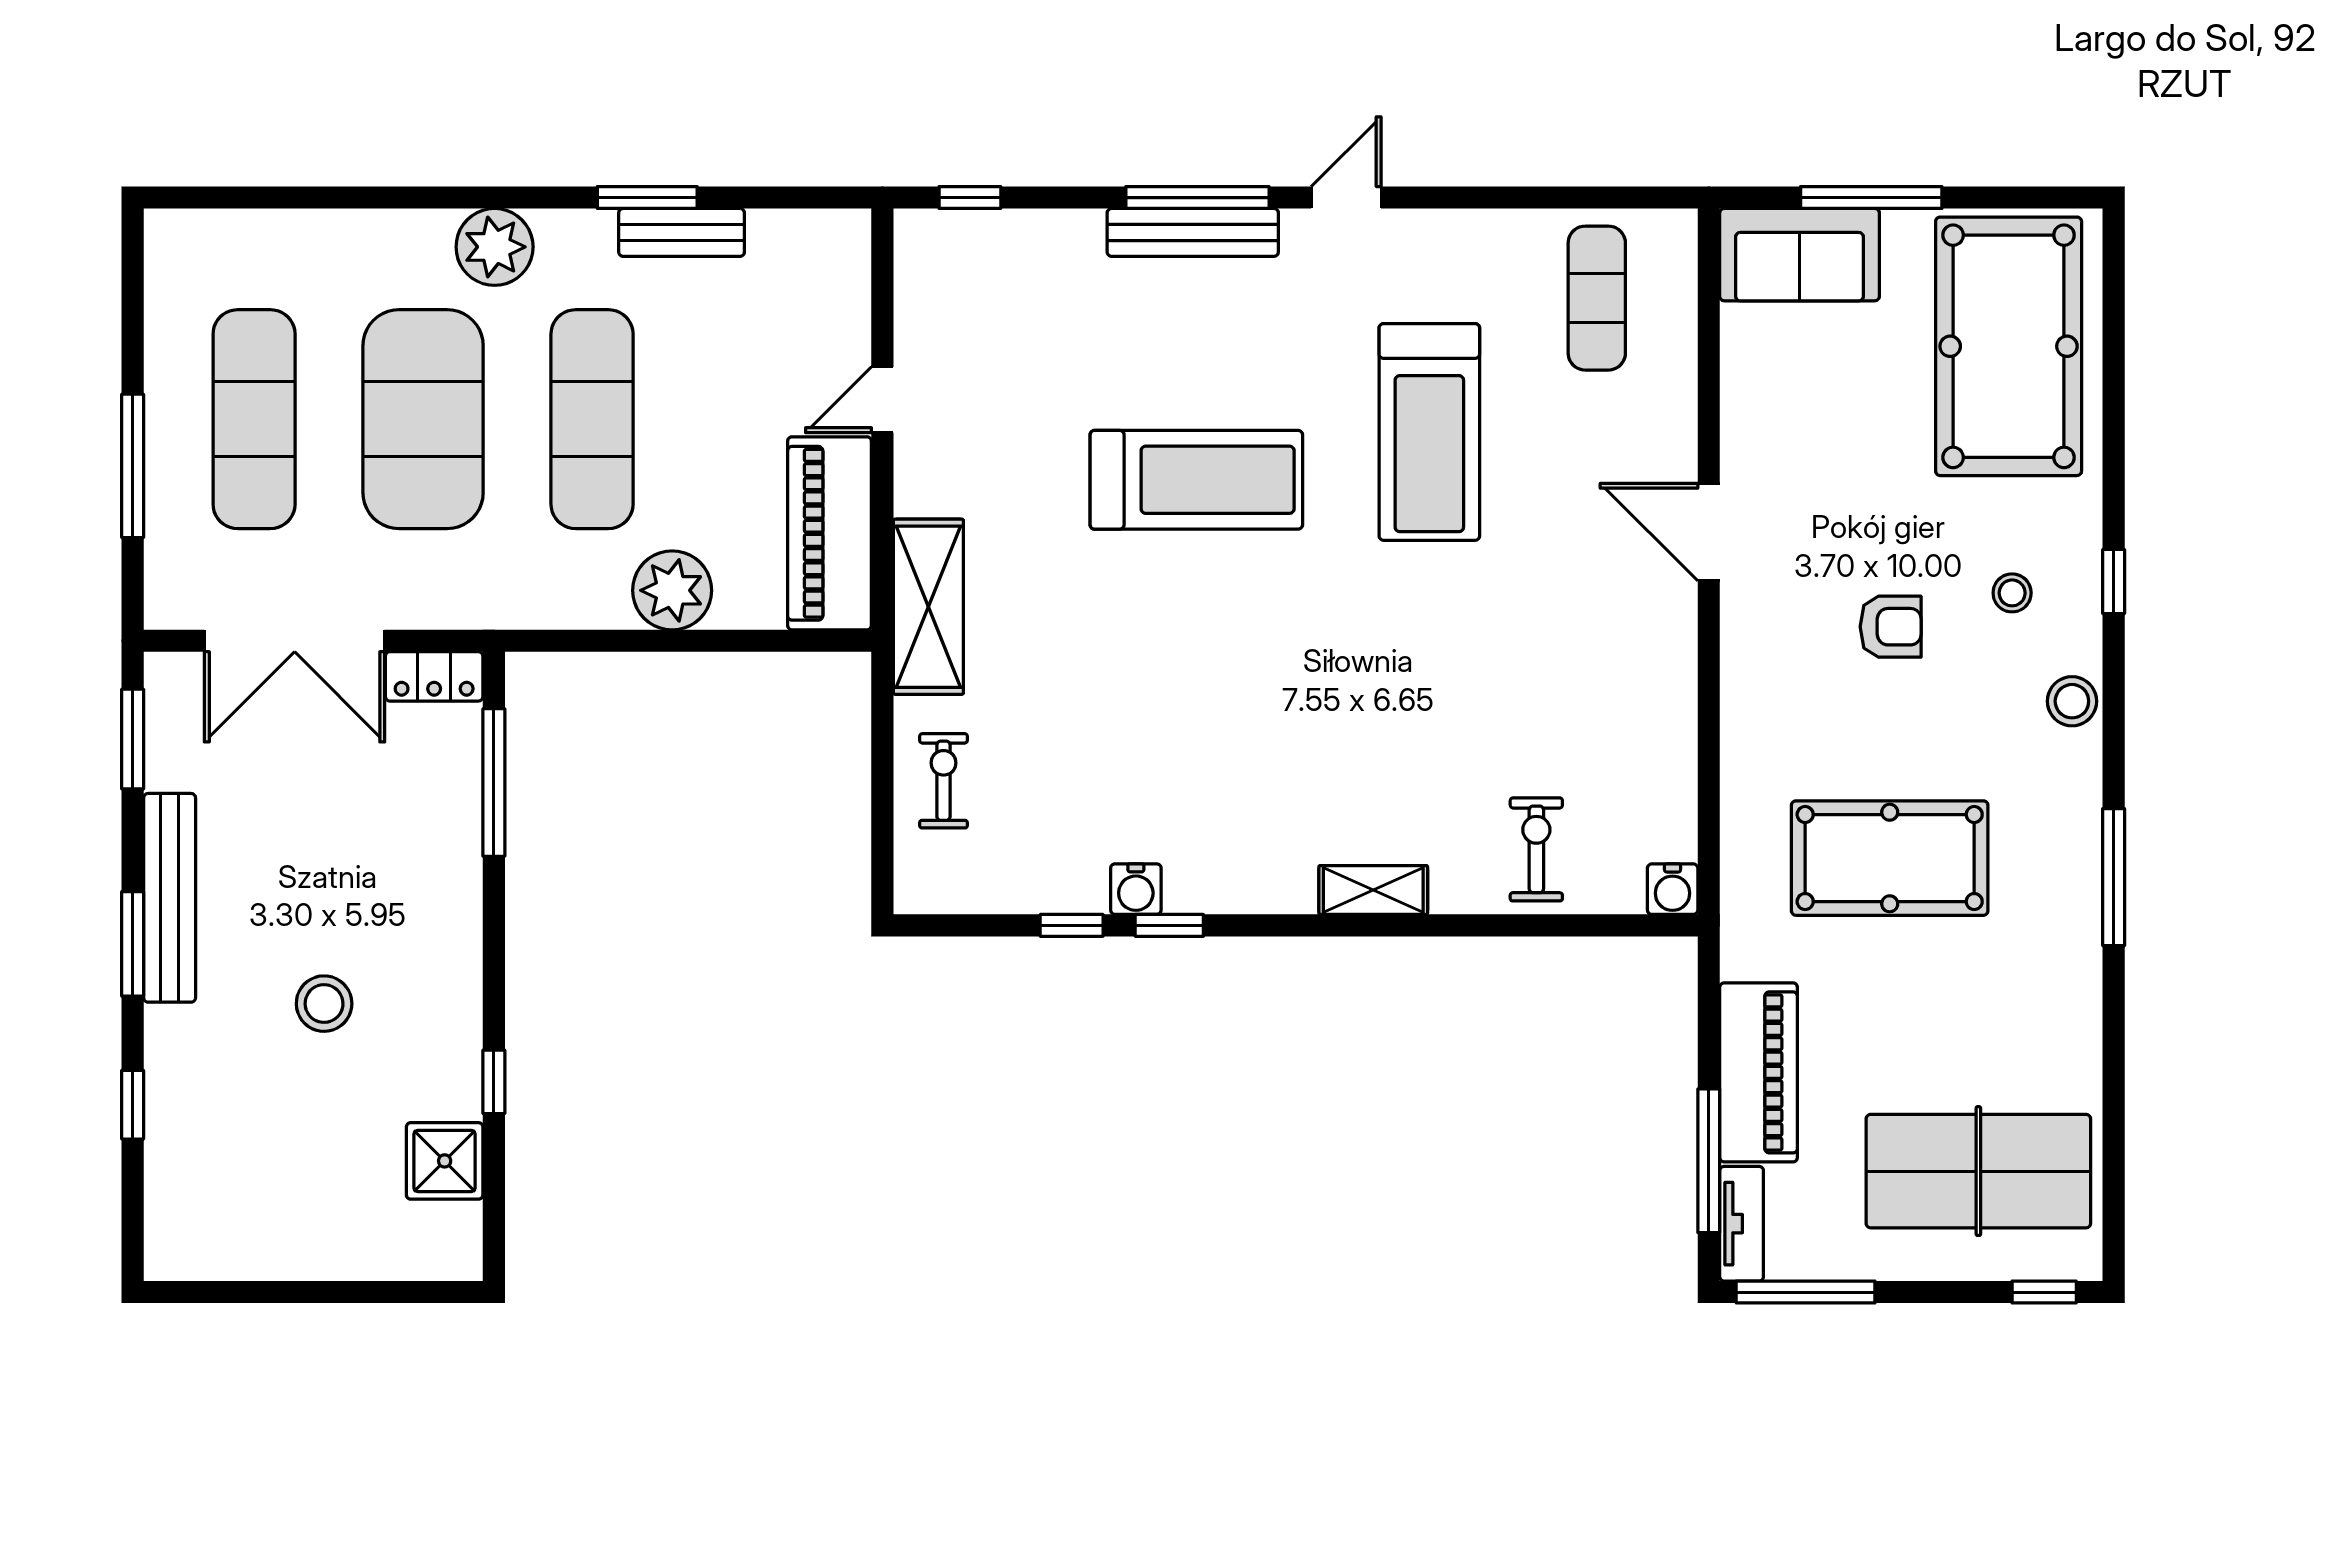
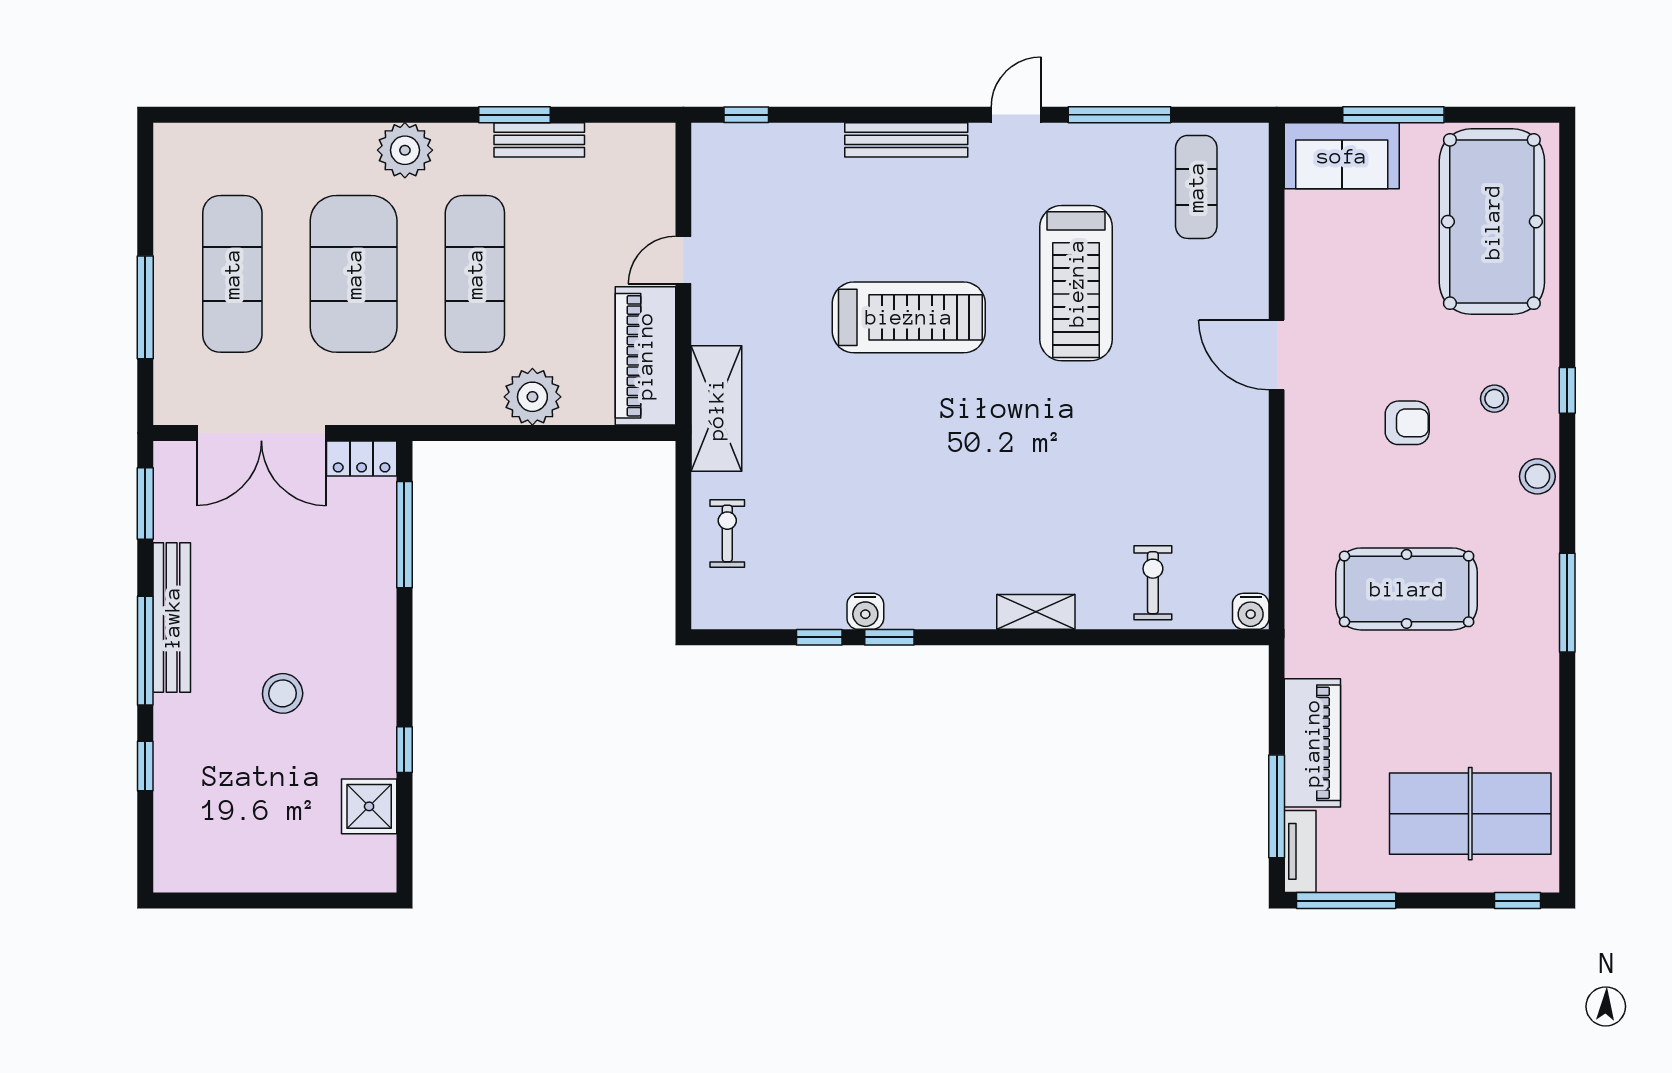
window: (1197, 198) -> (1119, 115), moved
window: (133, 944) -> (145, 651), width x1.44

